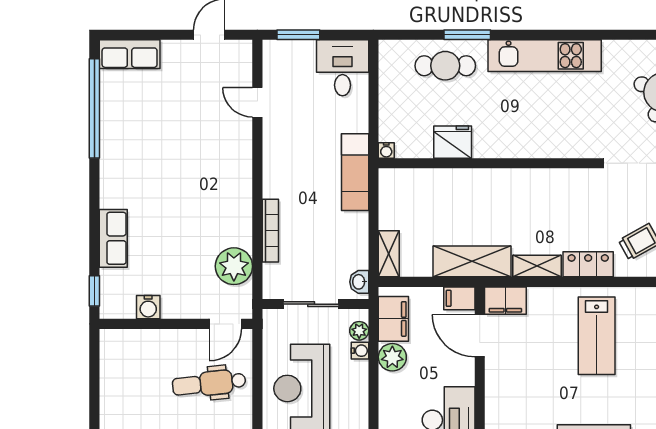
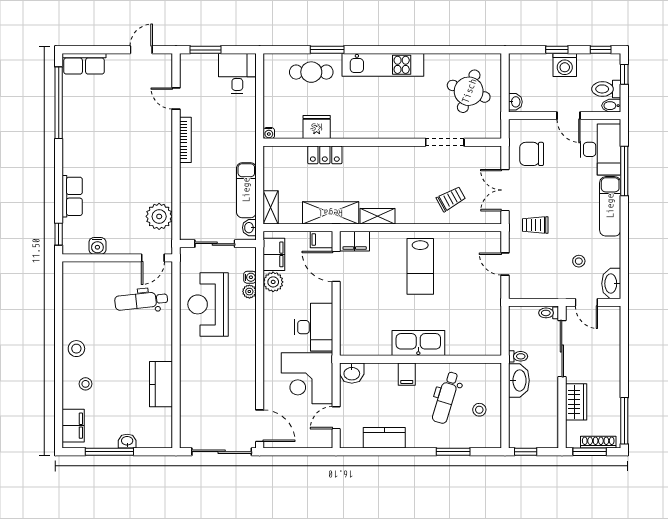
exam couch: (355, 172) -> (246, 190), moved
bookcase: (270, 231) -> (185, 140), moved
locker: (588, 264) -> (325, 155), moved, turned 180
plant: (359, 331) -> (249, 292), moved

